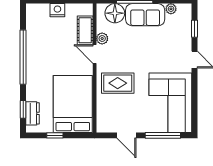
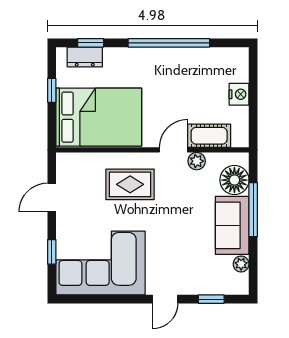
rug: (118, 83) -> (130, 184), turned 90
window: (163, 135) -> (52, 252), width x0.46

